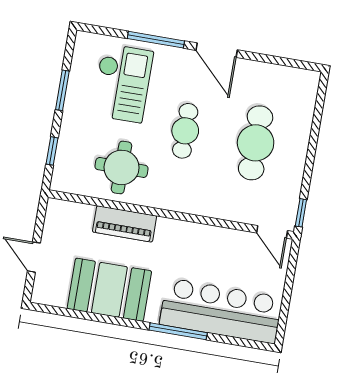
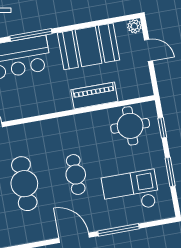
checkout: (122, 83) -> (131, 192), turned 90
round table: (122, 167) -> (130, 126), moved
plant: (41, 294) -> (134, 26), added

